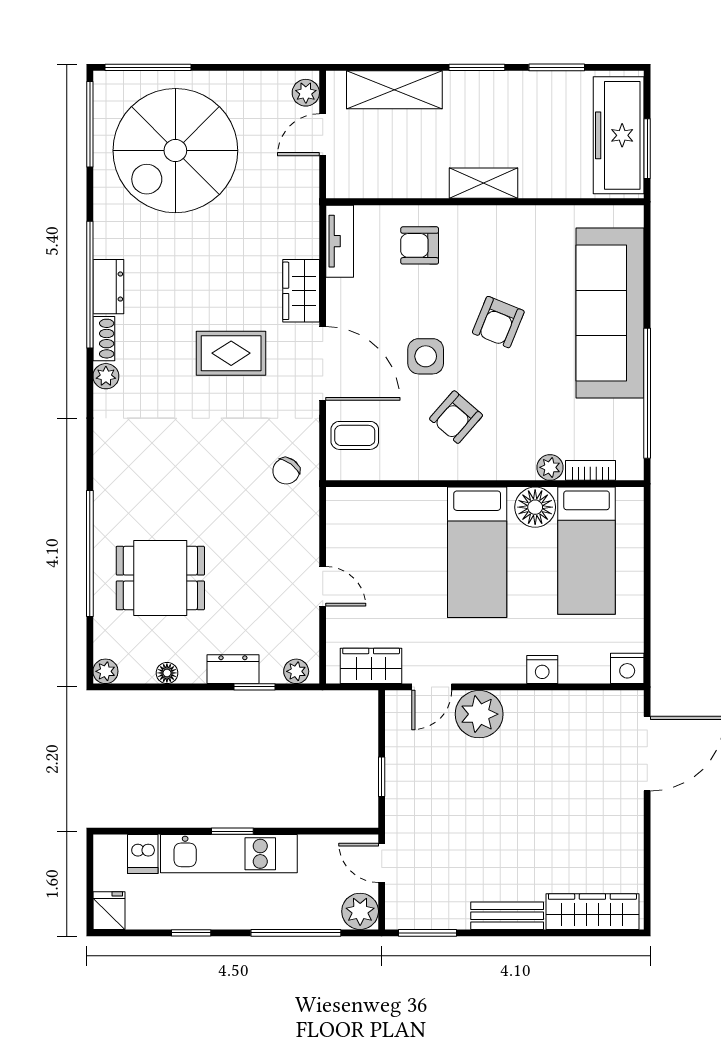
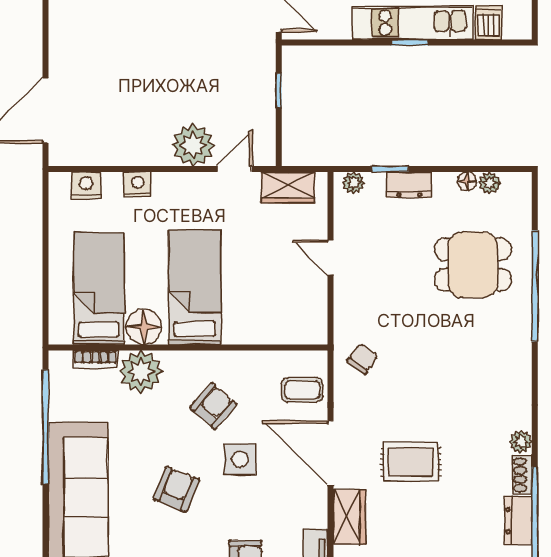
plant: (550, 467) -> (141, 372), width x1.88, depth x1.88
nightstand: (627, 668) -> (86, 185), moved
plant: (105, 671) -> (490, 183), moved

